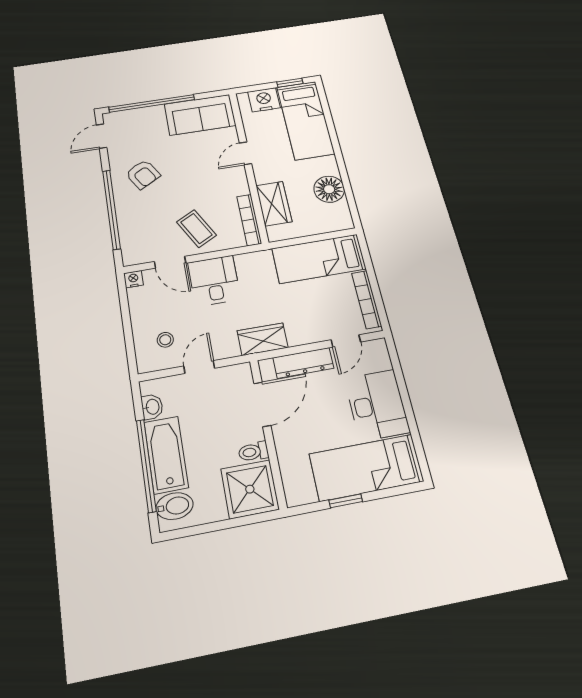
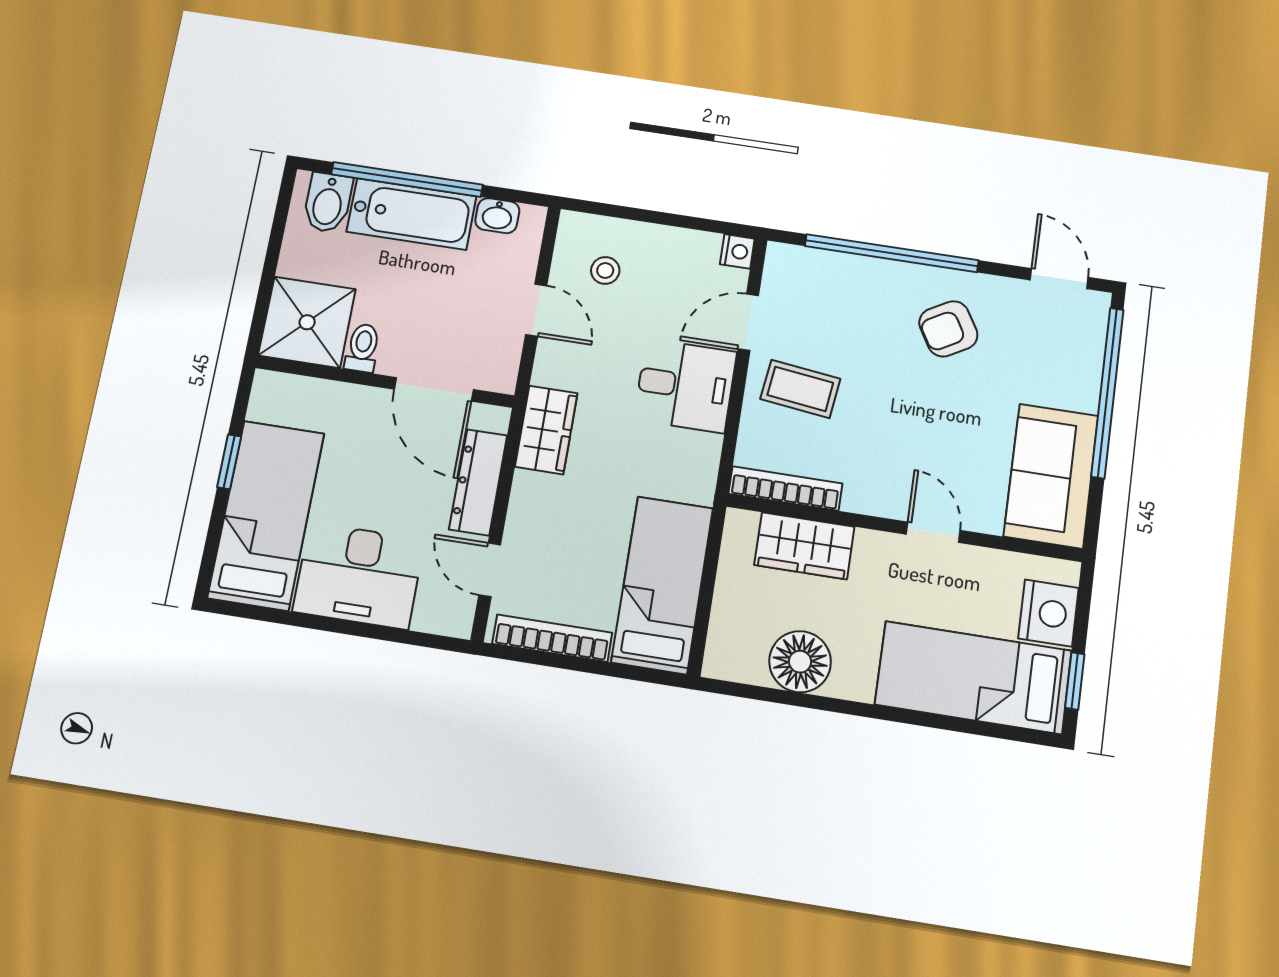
coffee table: (197, 229) -> (800, 389), turned 35

